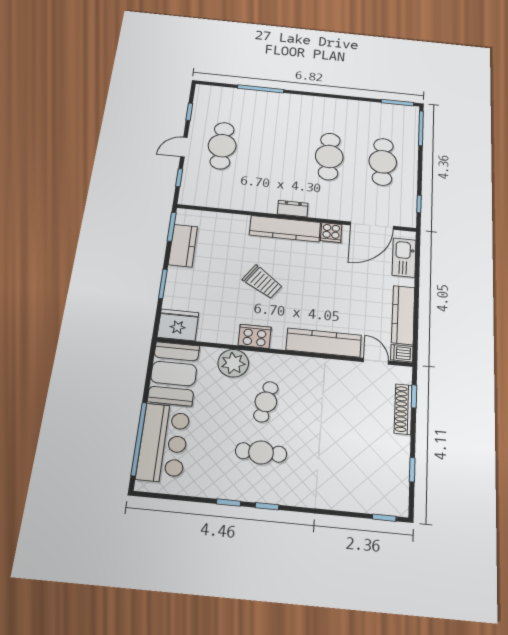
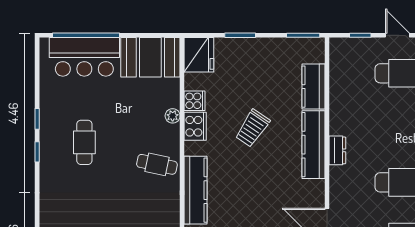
cooker: (331, 232) -> (195, 101), moved, turned 180
kitchen counter: (183, 246) -> (314, 87), moved, turned 90
plant: (233, 363) -> (173, 116), width x0.53, depth x0.53
cafe table: (266, 402) -> (157, 164), moved

